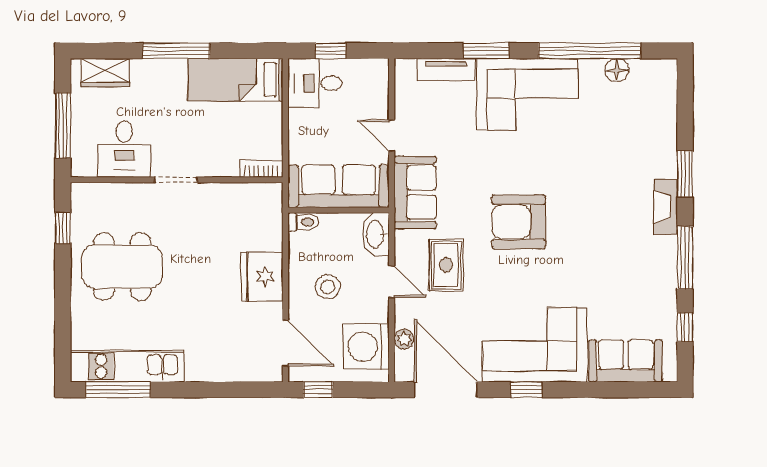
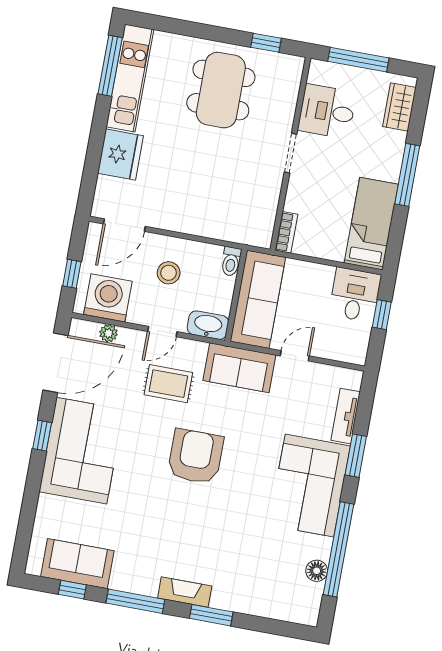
fridge: (262, 277) -> (120, 155), moved, turned 90
sofa: (626, 361) -> (77, 564), moved, turned -90
window: (318, 390) -> (72, 274), moved

